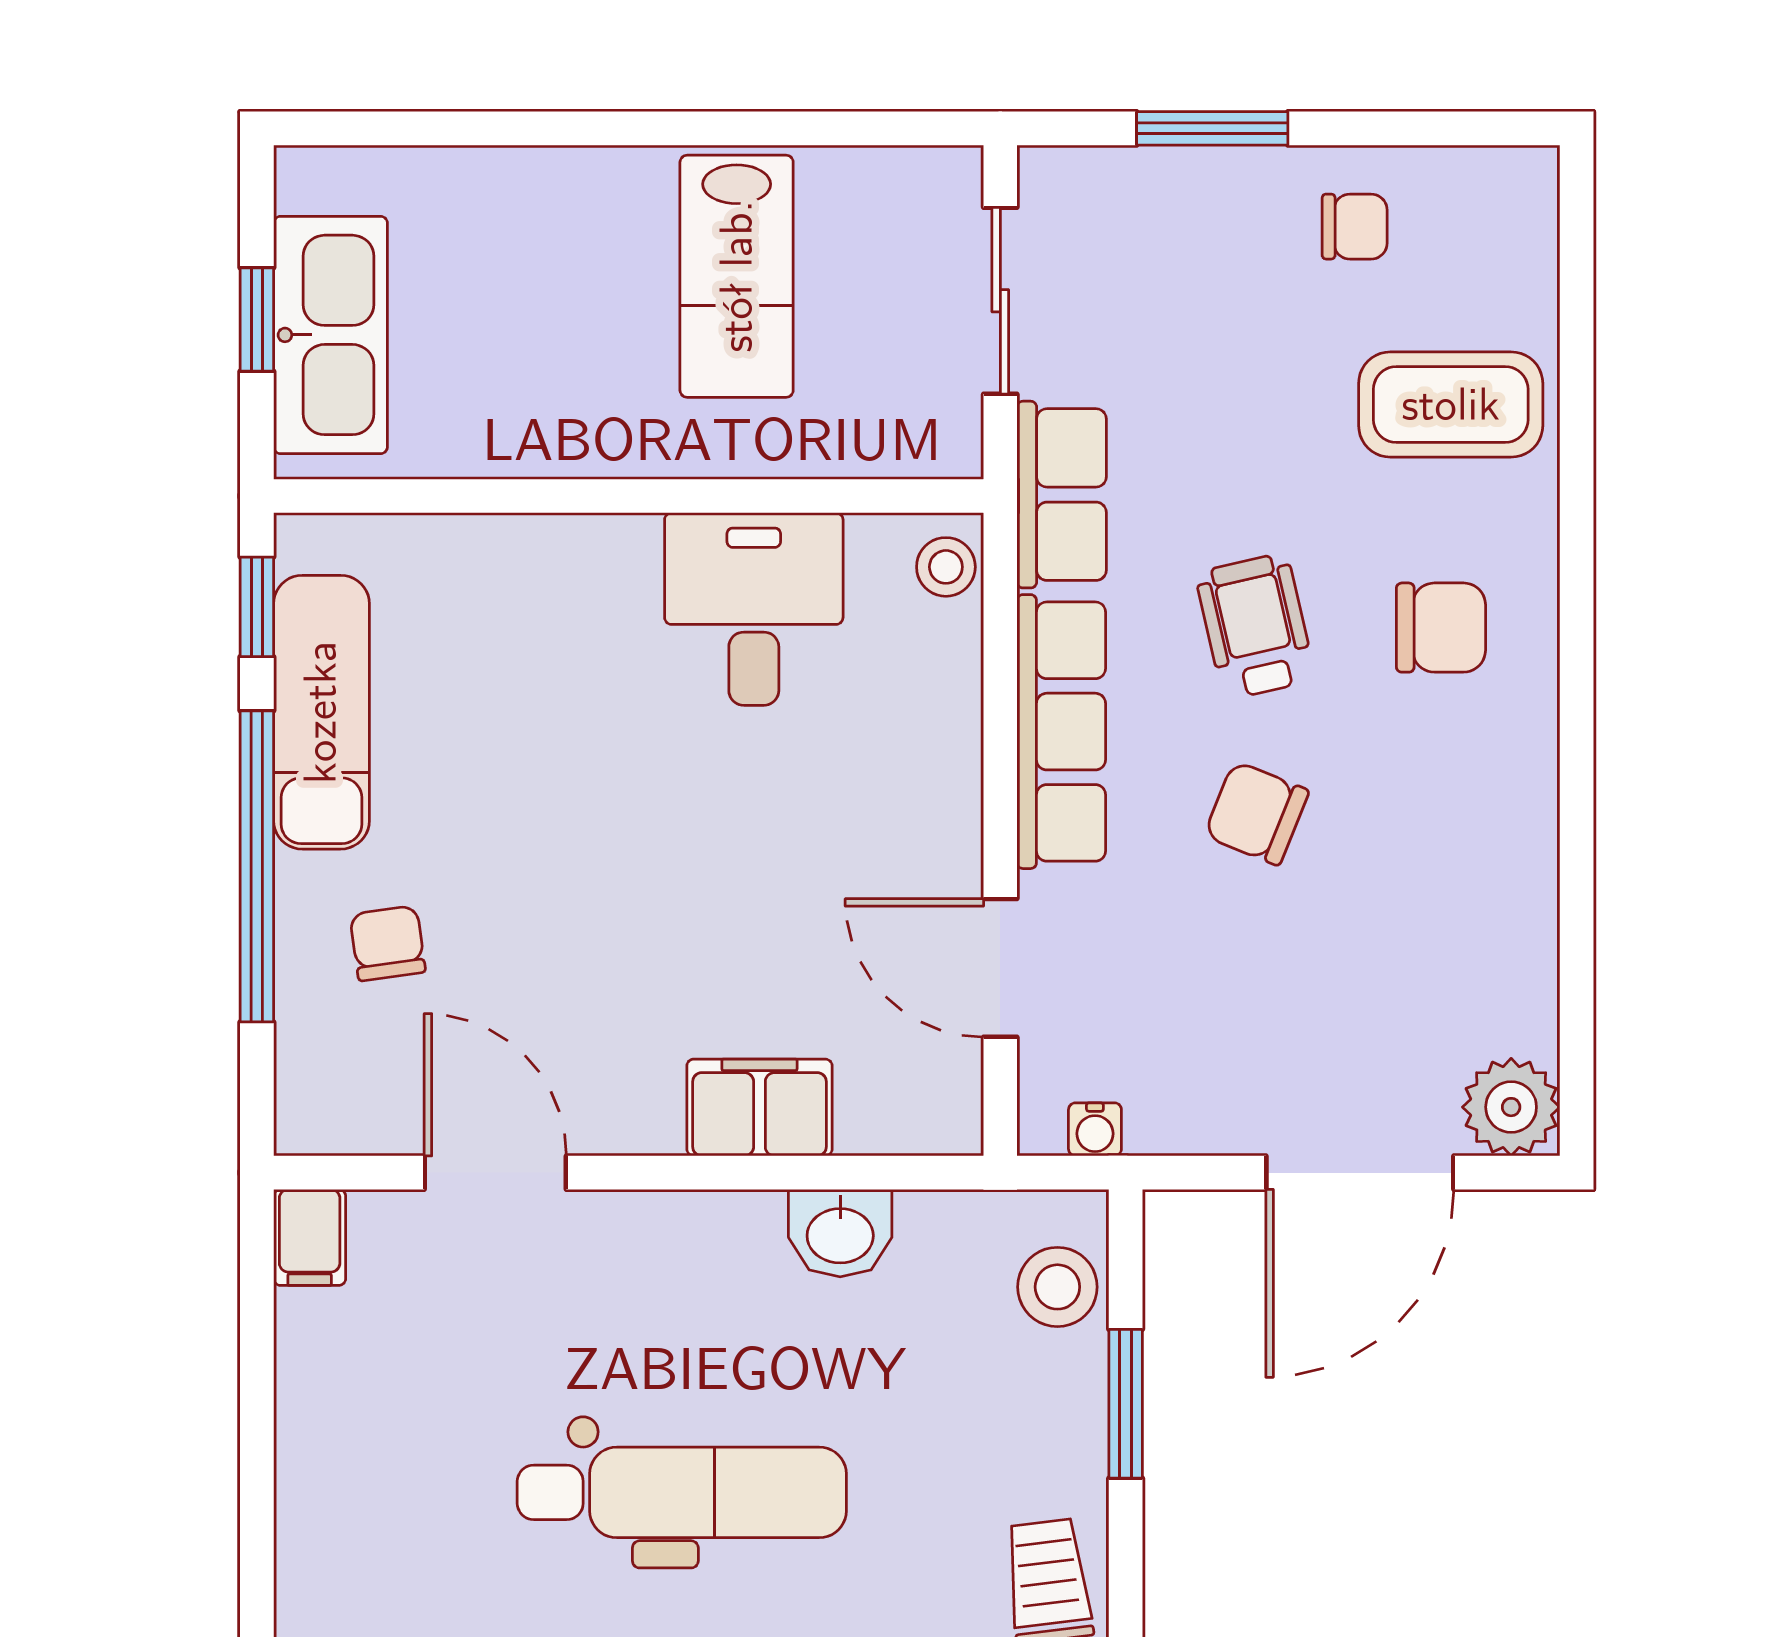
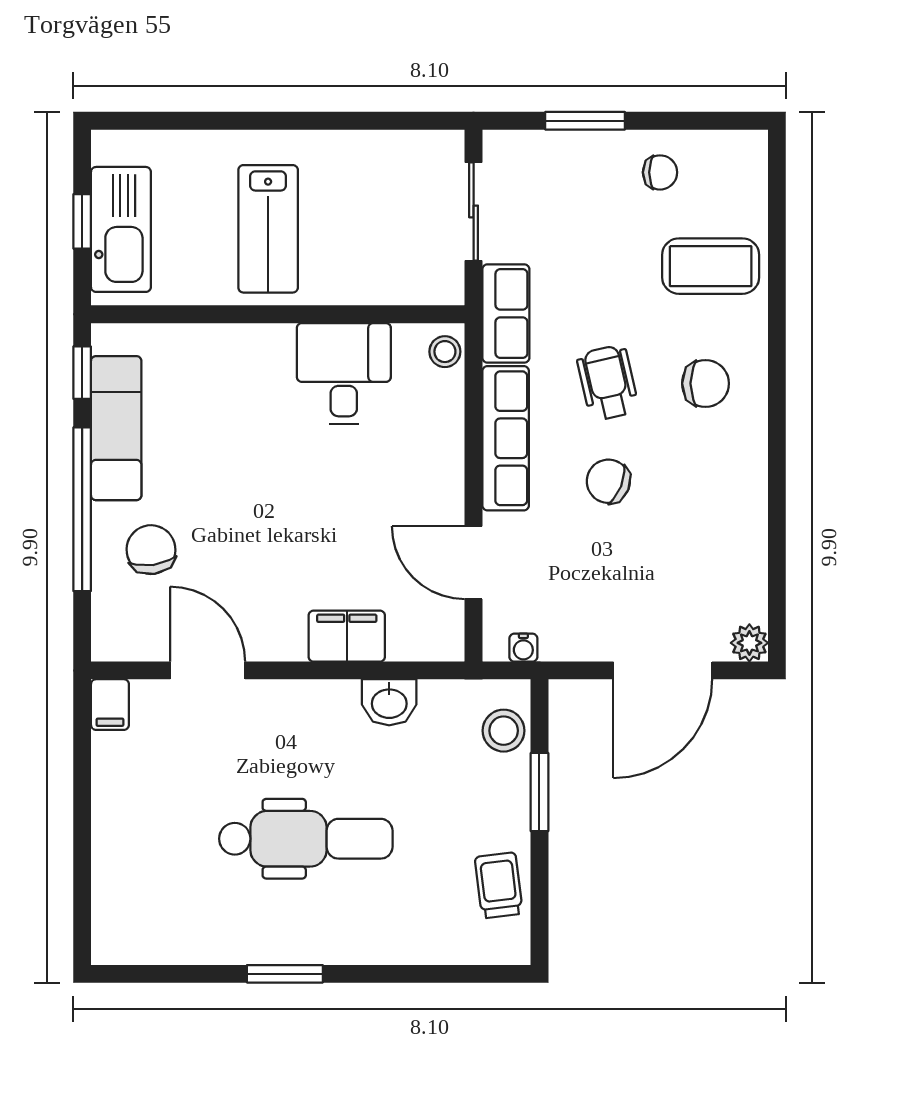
lab bench: (737, 276) -> (268, 229), moved
chair: (388, 943) -> (151, 550), width x1.37, depth x1.37
plant: (1511, 1107) -> (749, 643), width x0.73, depth x0.73

